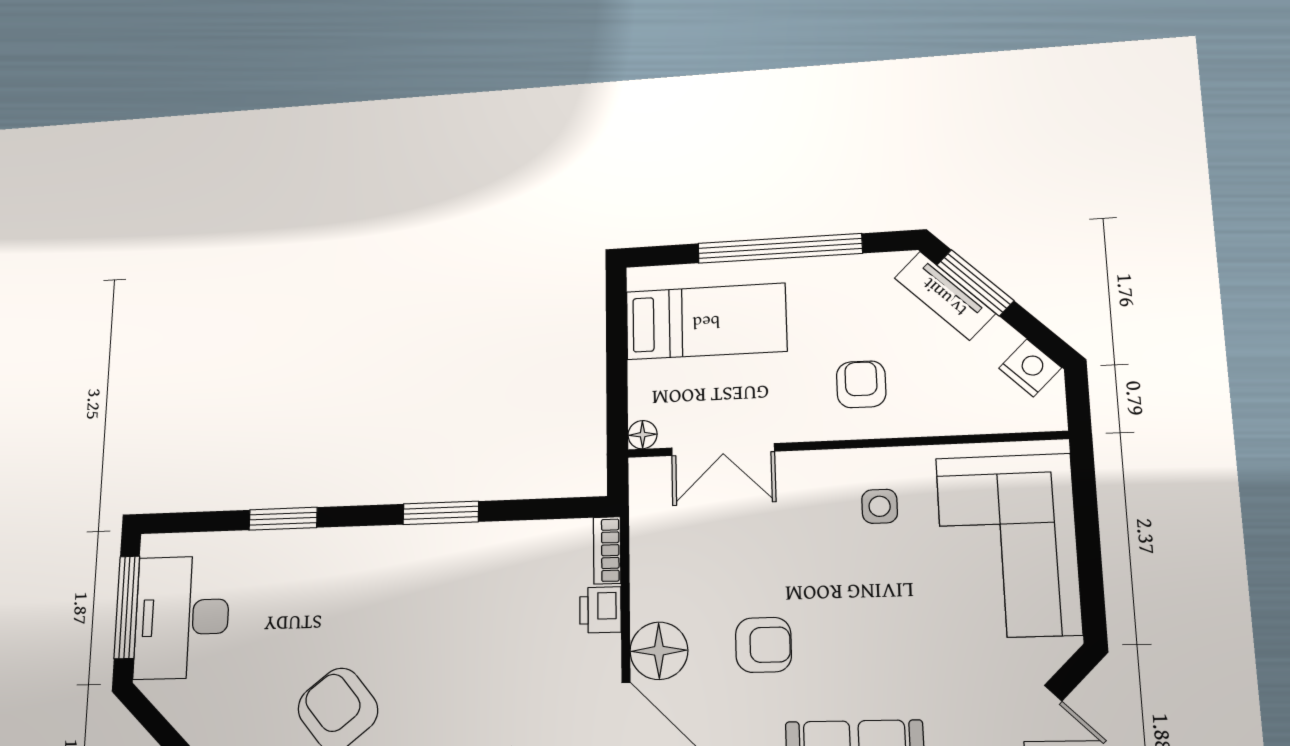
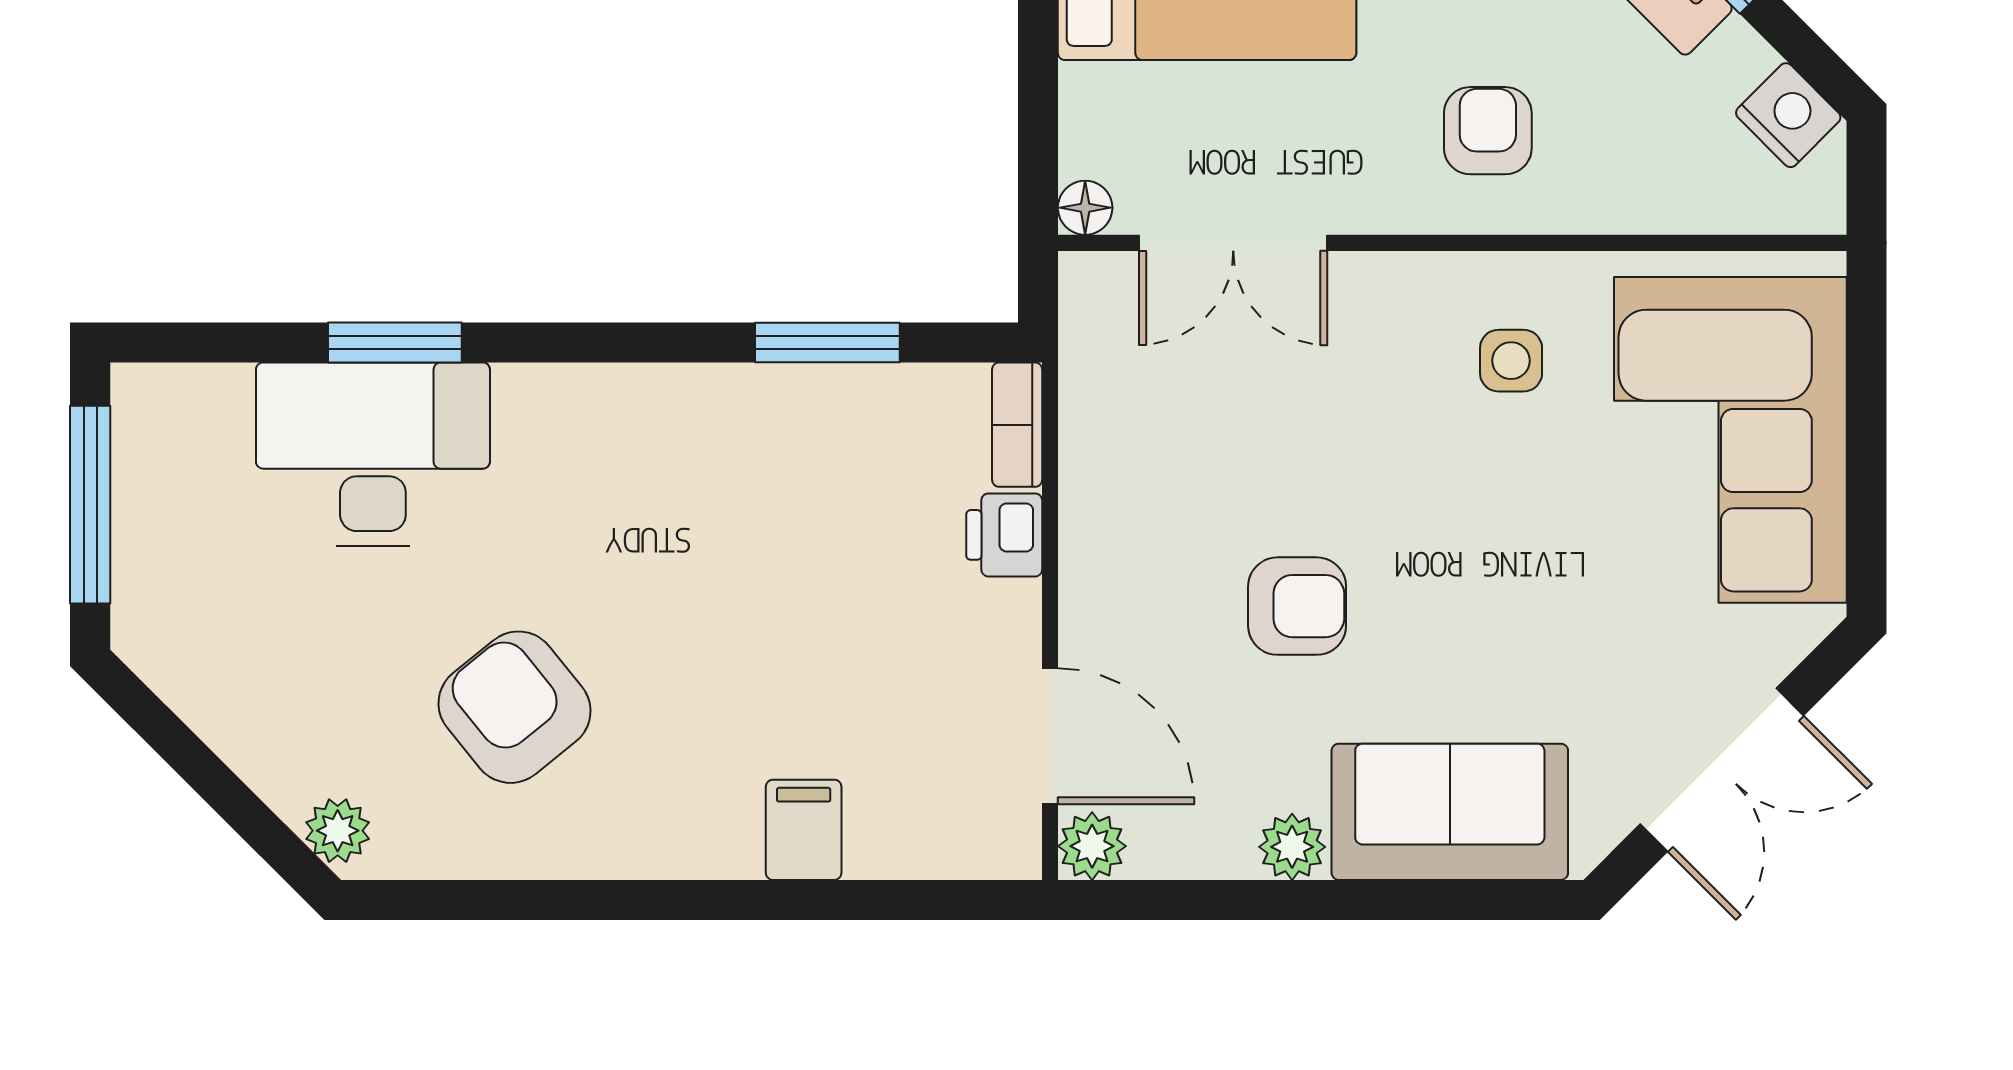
window: (441, 513) -> (827, 342), moved
desk: (182, 617) -> (373, 454), moved, turned 90
floor lamp: (659, 651) -> (1110, 612), removed

